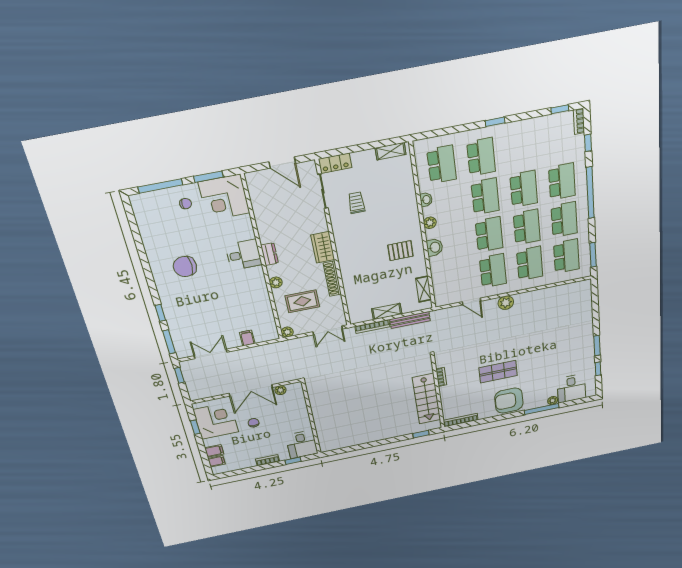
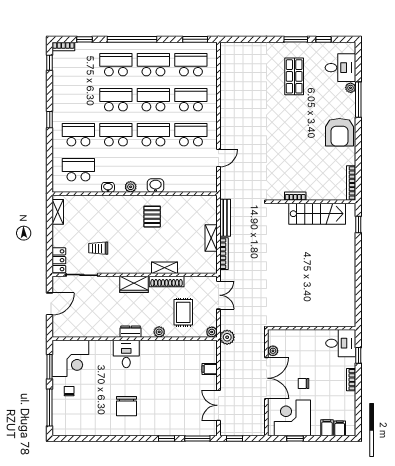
shelving: (424, 289) -> (164, 268), moved
plant: (506, 303) -> (227, 337), moved
shop shelf: (498, 372) -> (294, 76), moved

